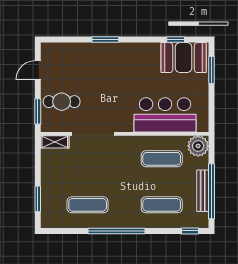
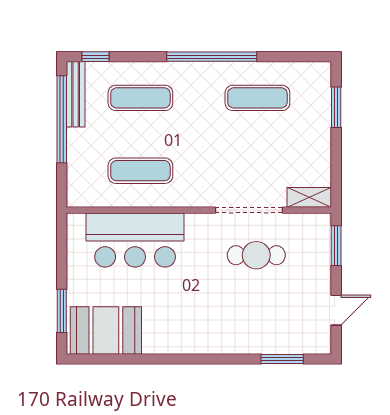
window: (105, 40) -> (282, 359), moved
window: (176, 40) -> (118, 359), removed
cafe table: (62, 102) -> (256, 255), moved
plant: (198, 146) -> (83, 191), removed
bench: (203, 191) -> (76, 94), moved

